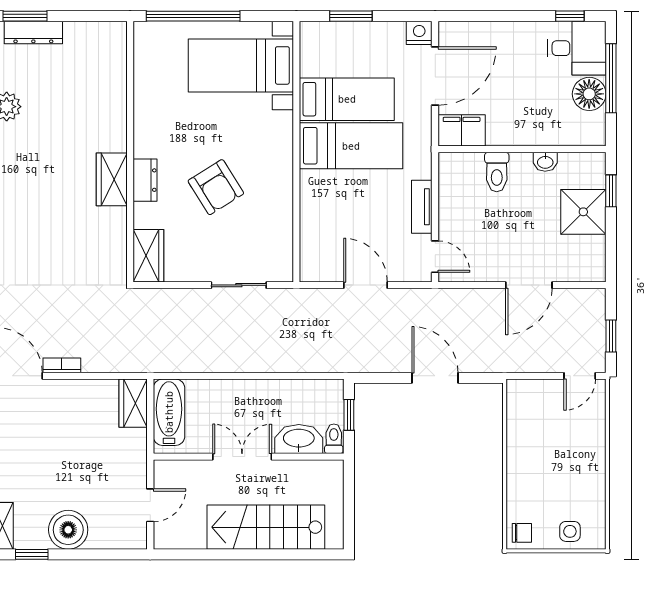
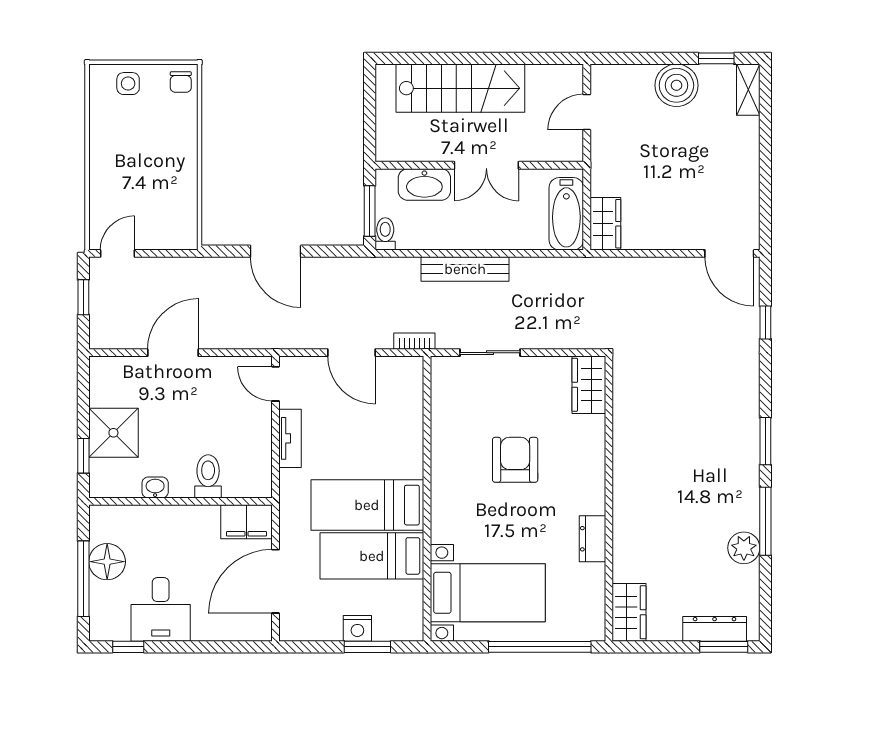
nightstand: (419, 33) -> (357, 628), moved
desk: (577, 48) -> (161, 609), moved, turned -90
wardrobe: (112, 179) -> (629, 612), moved
dresser: (145, 180) -> (593, 539), moved
armchair: (216, 187) -> (515, 460), turned 32
bench: (262, 362) -> (465, 269), added
bookcase: (62, 365) -> (414, 341), moved, turned 180
window: (349, 415) -> (370, 211), width x1.50
toilet: (334, 439) -> (385, 234), moved, turned 180
chair: (522, 533) -> (181, 82), turned -90

